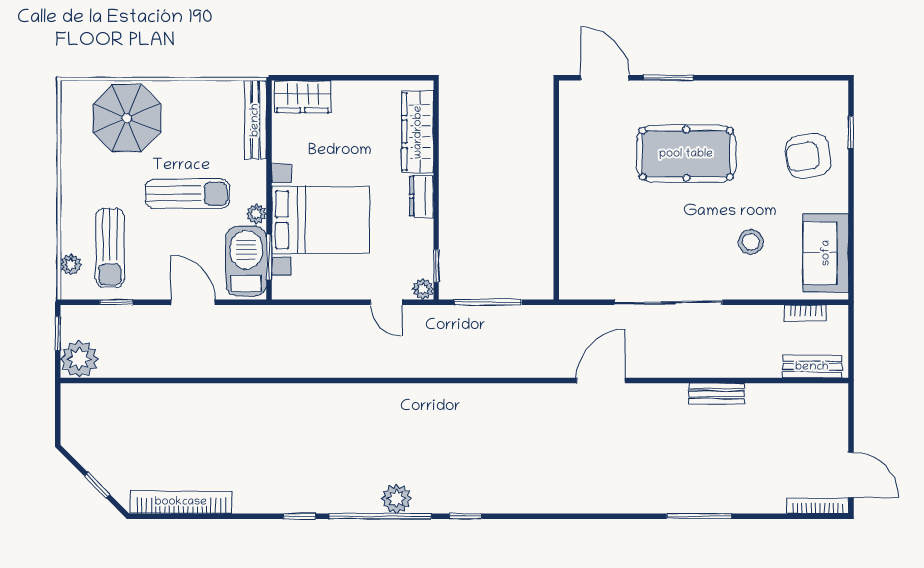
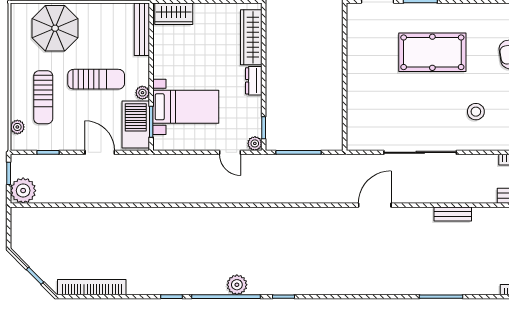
bed with nightstands: (320, 220) -> (186, 107), width x0.73
sun lounger: (110, 248) -> (43, 97), moved

